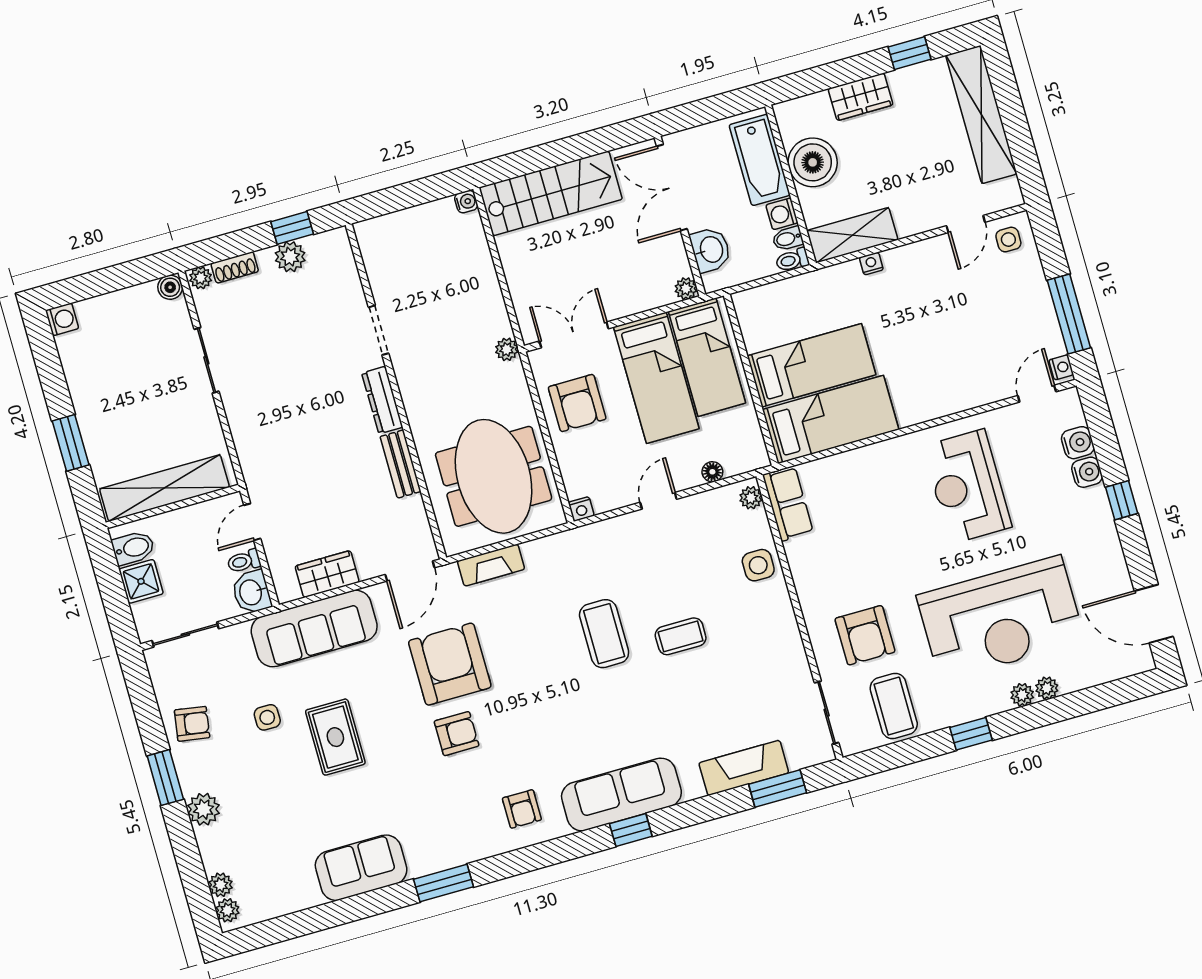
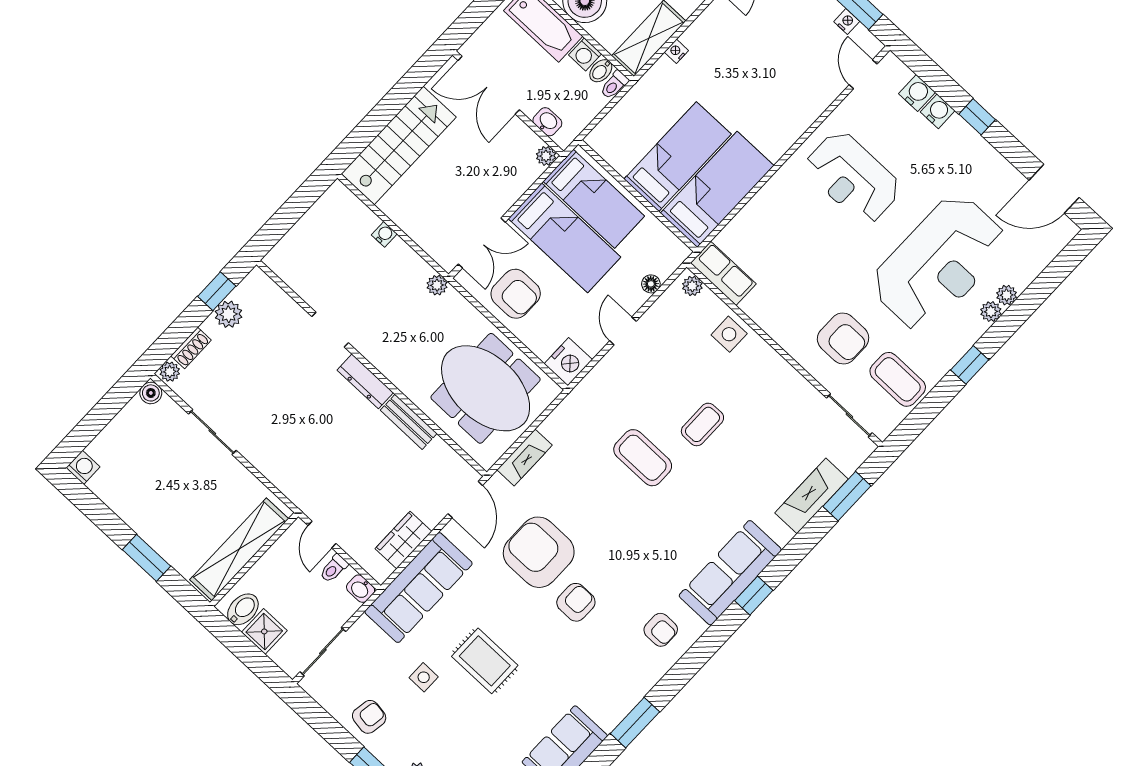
water cooler: (466, 202) -> (384, 234), moved
washbasin: (711, 250) -> (547, 122), width x0.72, depth x0.69
double door: (574, 335) -> (482, 243), swing flipped
nightstand: (1061, 367) -> (847, 22), moved
nightstand: (581, 509) -> (568, 362), width x1.89, depth x1.79
washbasin: (252, 592) -> (361, 589), width x0.72, depth x0.69

